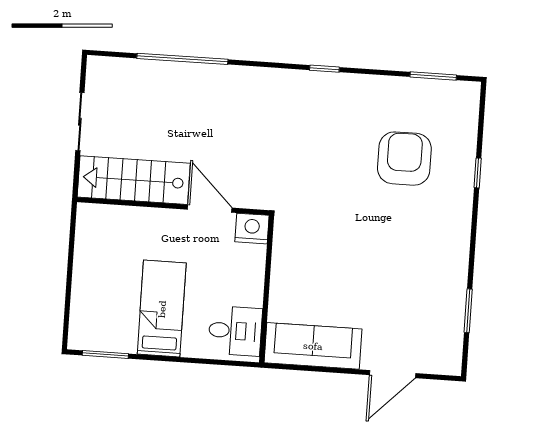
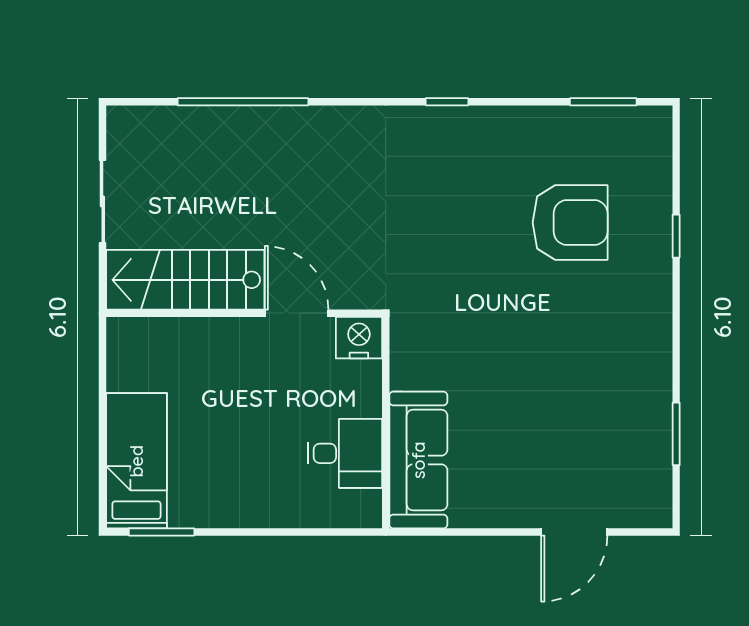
armchair: (404, 159) -> (570, 223), turned 90
bed: (162, 309) -> (136, 461), moved
desk: (235, 331) -> (345, 453), moved
sofa: (313, 346) -> (418, 460), moved, turned 90

